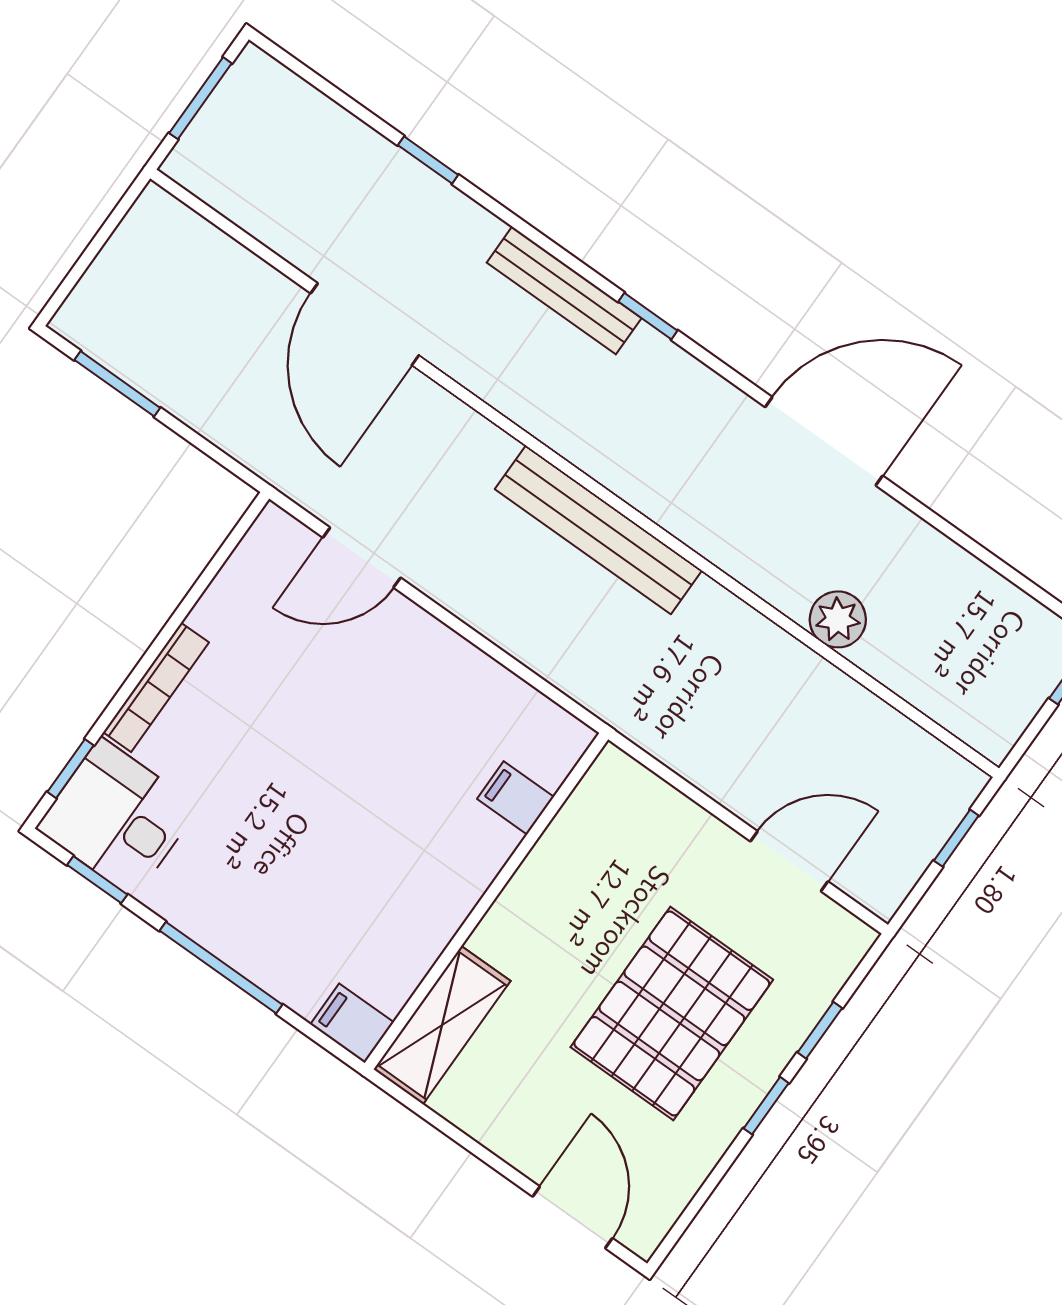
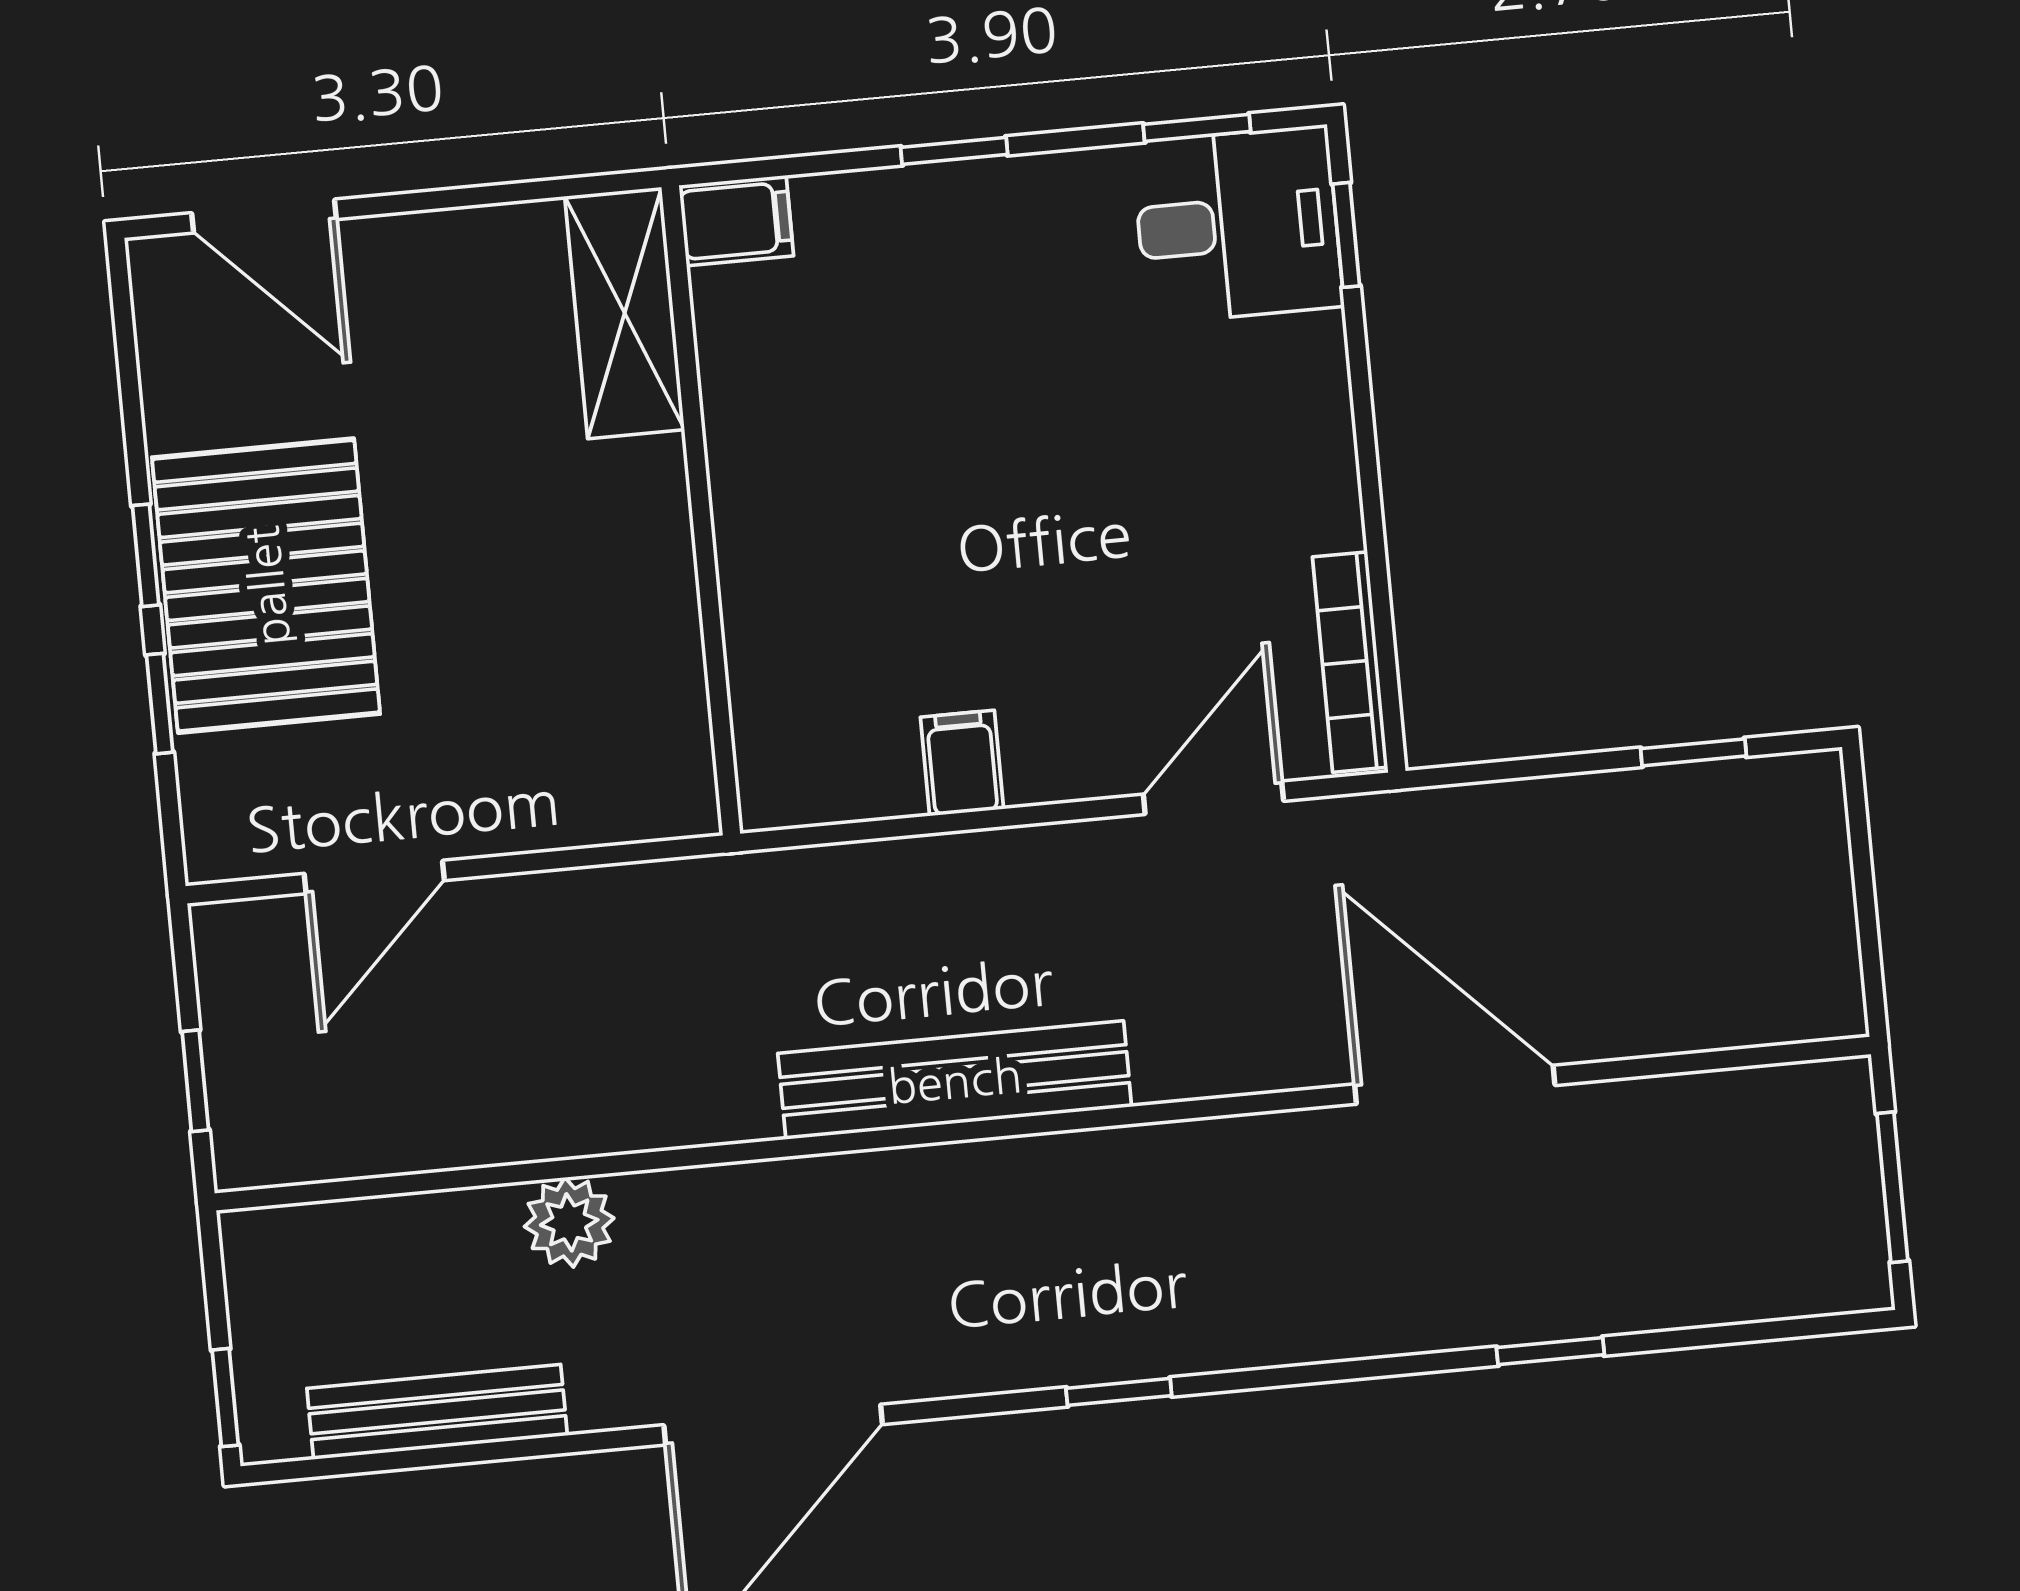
bench: (564, 290) -> (437, 1412), moved
window: (117, 384) -> (1693, 752), width x0.67
bookcase: (156, 687) -> (1350, 662), moved
filing cabinet: (515, 798) -> (962, 763), moved, turned -90
window: (221, 968) -> (954, 151), width x0.46
pallet: (672, 1013) -> (266, 586), moved

